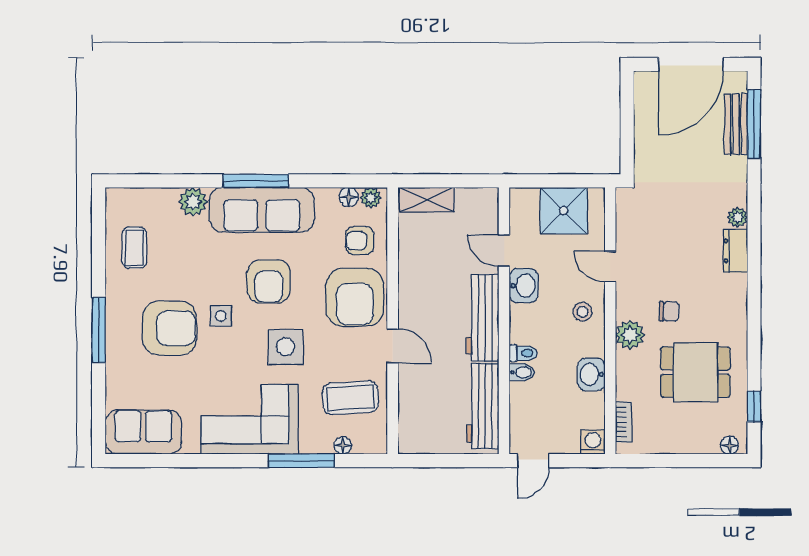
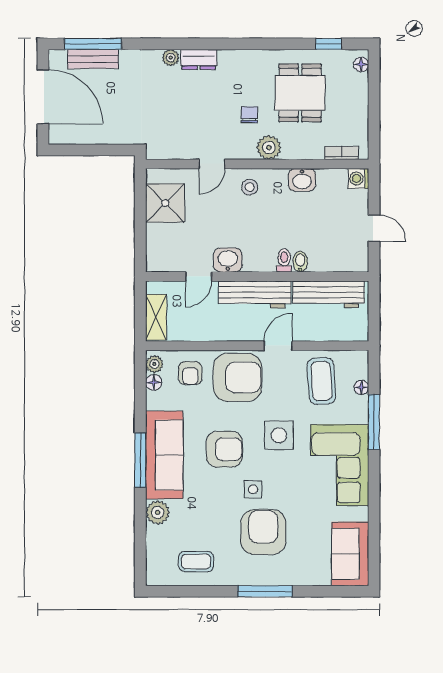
door: (504, 251) -> (199, 276), moved
washbasin: (524, 286) -> (228, 260), moved
workbench: (483, 318) -> (255, 294), moved
wall: (504, 321) -> (257, 276), moved
toilet: (523, 353) -> (284, 260), moved
bidet: (522, 372) -> (300, 262), moved
workbench: (483, 406) -> (328, 294), moved

